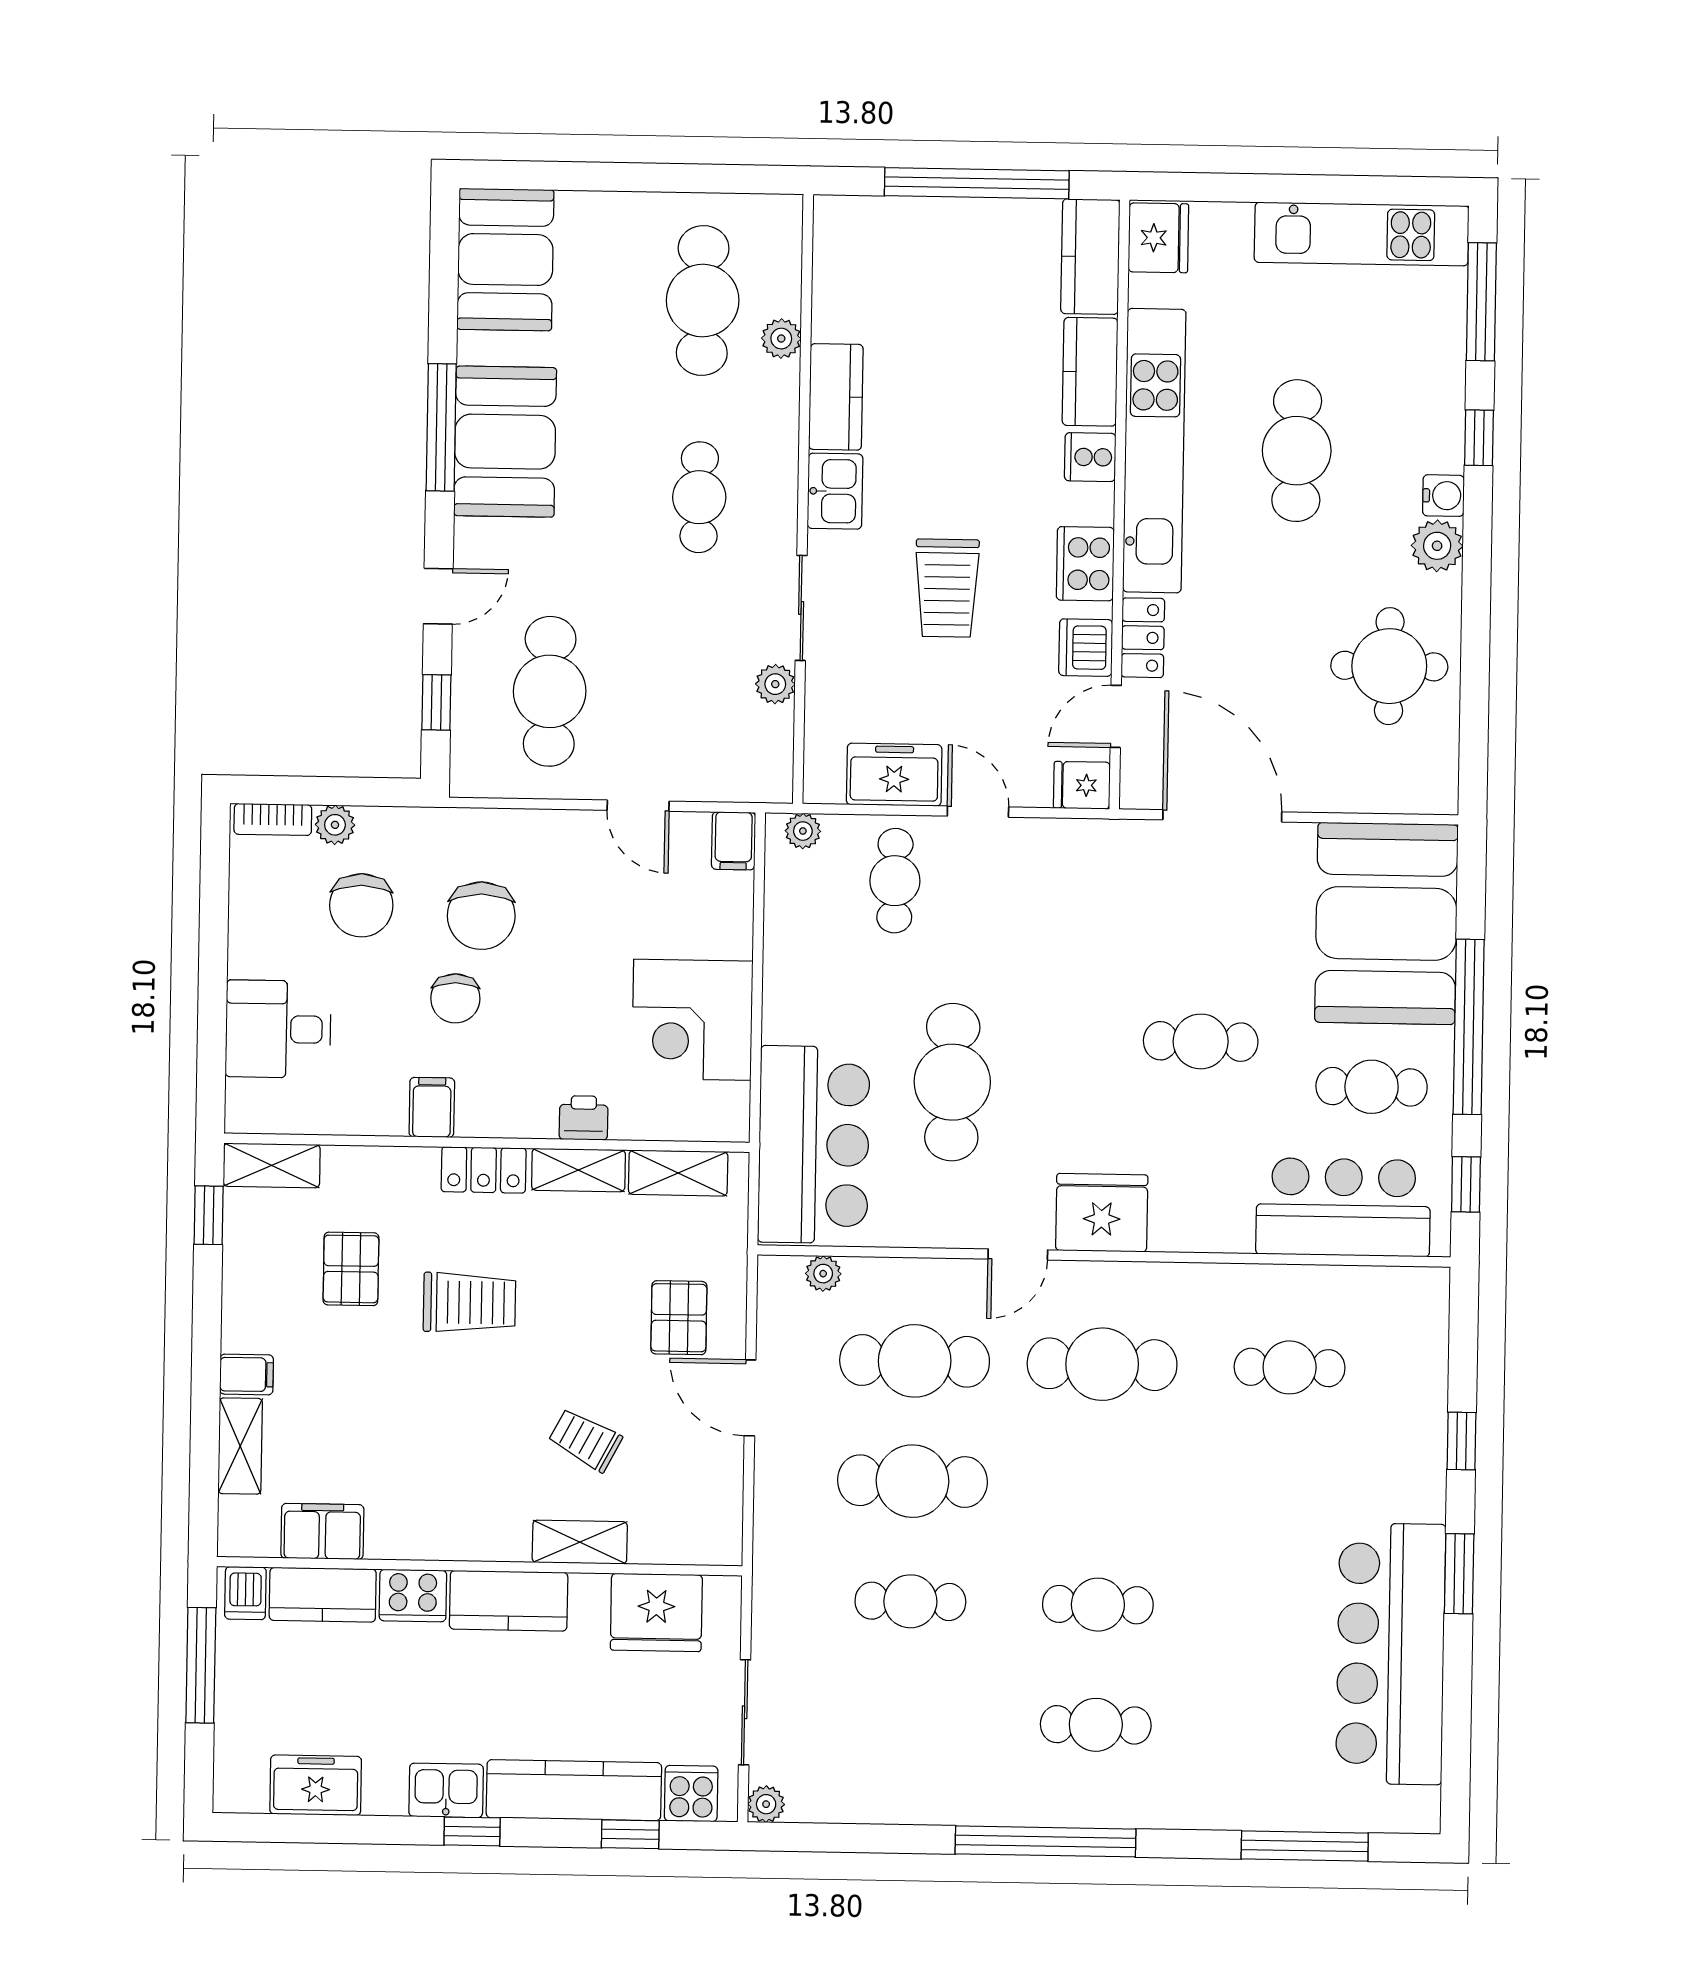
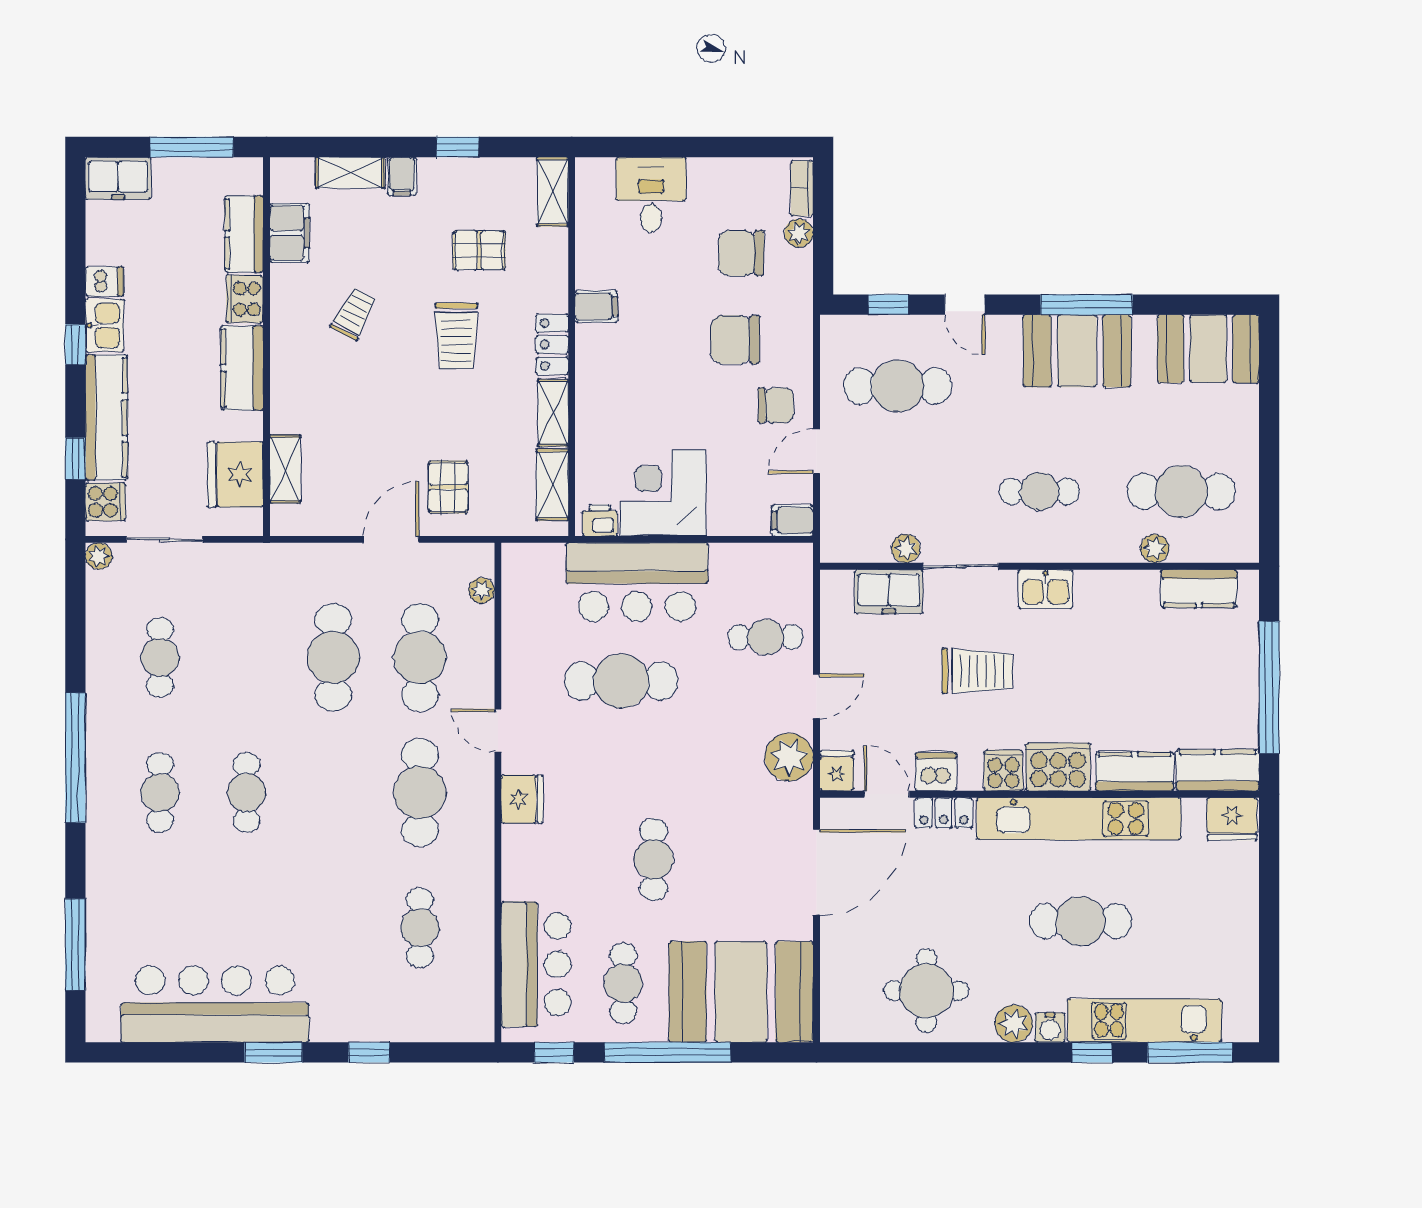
kitchen unit: (1362, 234) -> (1145, 1021), moved, turned 90
kitchen counter: (836, 397) -> (1199, 589), moved
cooker: (1090, 457) -> (1058, 767), width x1.87, depth x1.31
cooker: (1085, 564) -> (1003, 770), width x0.73
trolley: (947, 588) -> (977, 671), turned 180
freezer: (894, 775) -> (889, 592), moved, turned 90
plant: (803, 831) -> (789, 757), moved, width x1.88, depth x1.88
chair: (455, 998) -> (776, 405), moved, turned 180
printer: (584, 1118) -> (600, 520), moved, turned -90
bar counter: (814, 1145) -> (637, 582), moved
fridge: (1102, 1213) -> (522, 799), width x0.73, depth x0.75
window: (209, 1215) -> (458, 147), moved
pallet: (679, 1318) -> (448, 487), turned 90
trolley: (585, 1440) -> (354, 314), moved
shelving: (580, 1542) -> (285, 469), moved
dishwasher: (245, 1593) -> (104, 281), moved, turned 180
cafe table: (910, 1601) -> (160, 657), moved
freezer: (316, 1785) -> (118, 178), moved, turned 90

